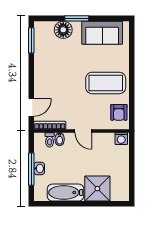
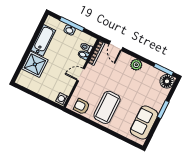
floor lamp: (63, 30) -> (167, 81), moved
plant: (41, 74) -> (136, 65), added

